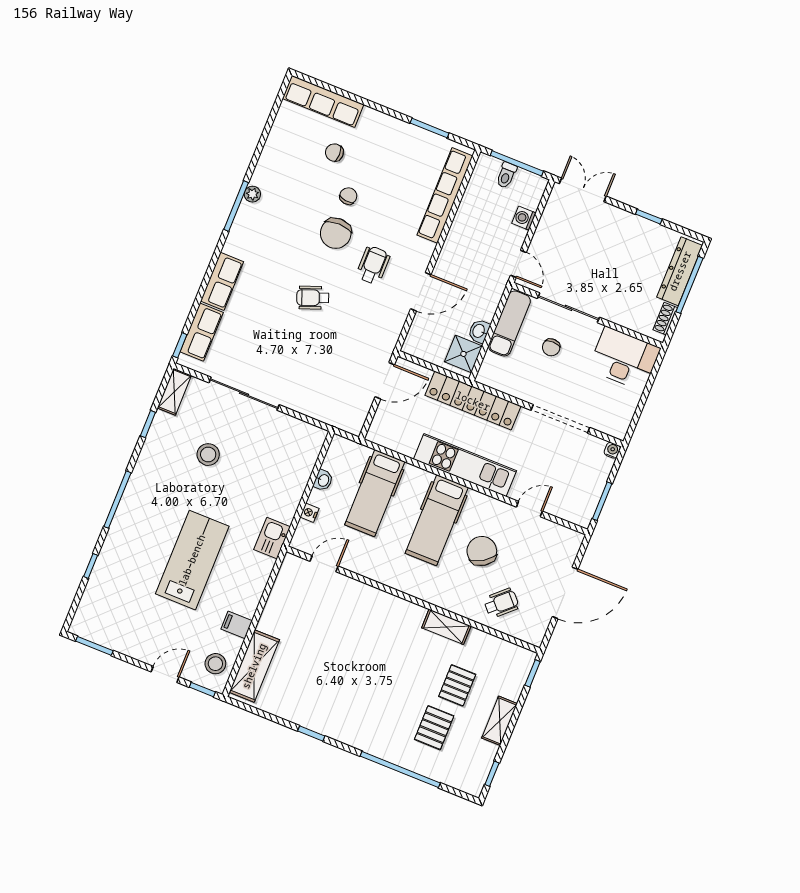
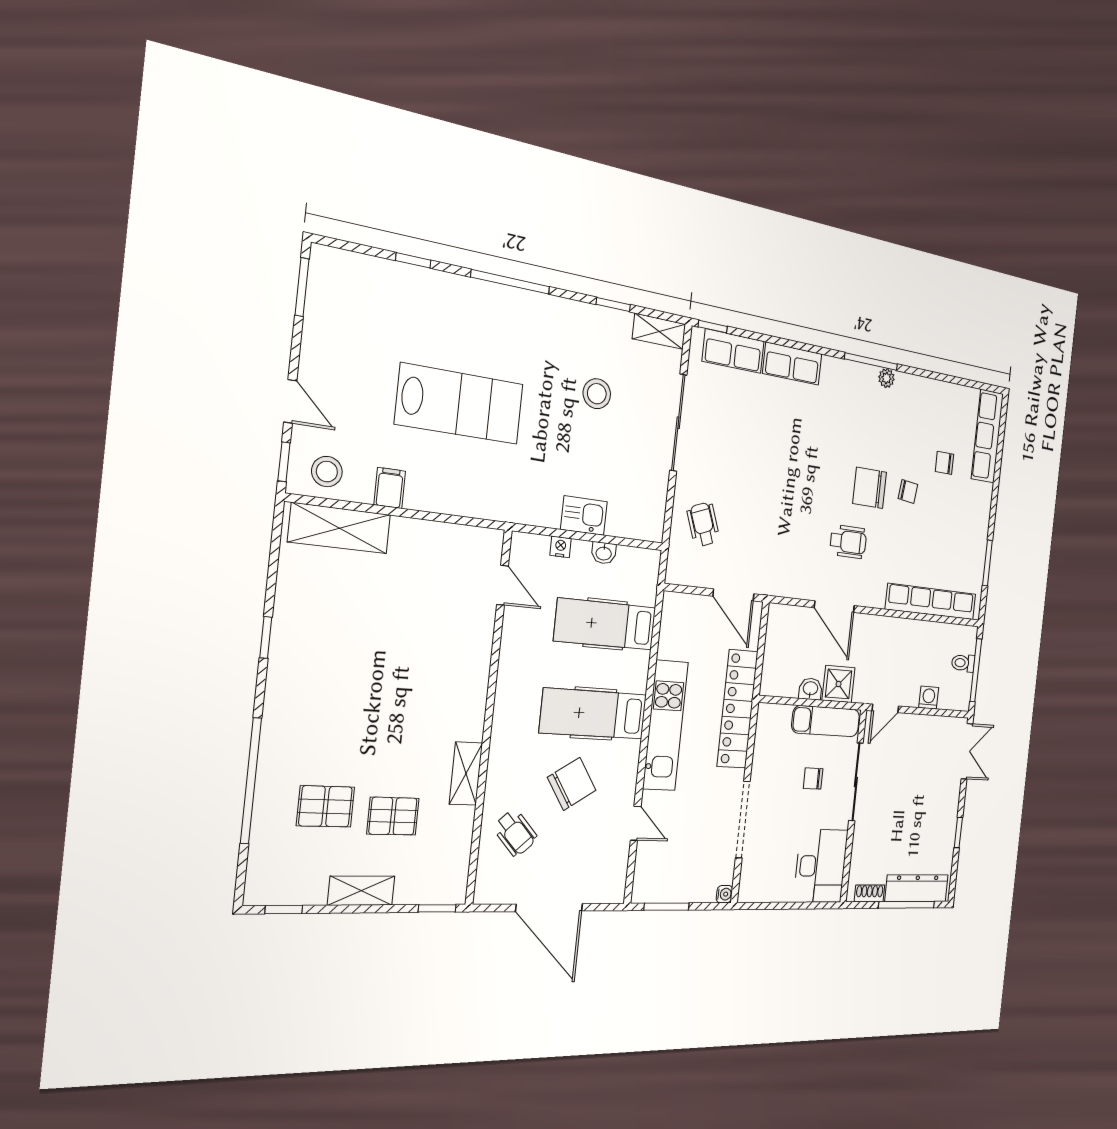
chair: (334, 153) -> (945, 463), turned -90
wheelchair: (313, 298) -> (703, 524), moved
shower: (463, 354) -> (839, 684), moved
kitchen sink: (272, 538) -> (584, 516), moved

